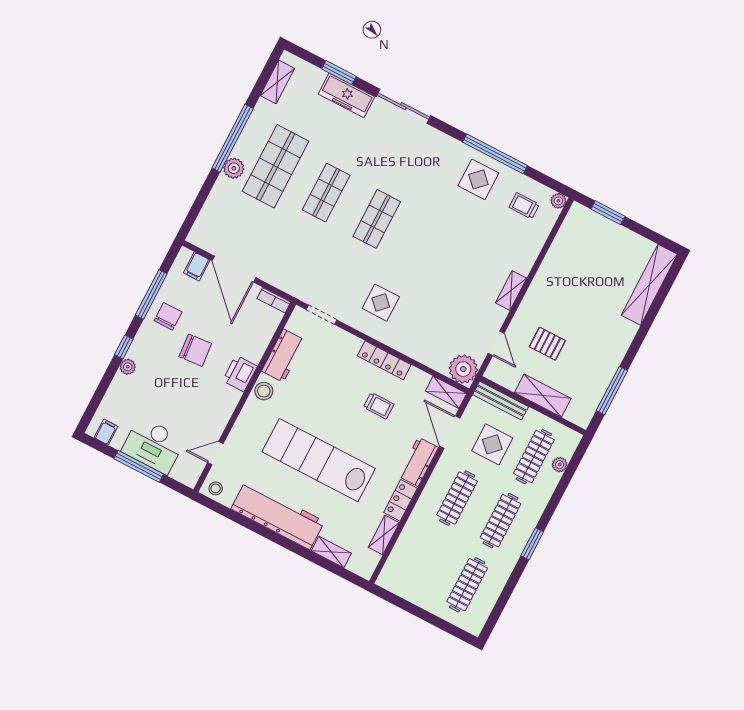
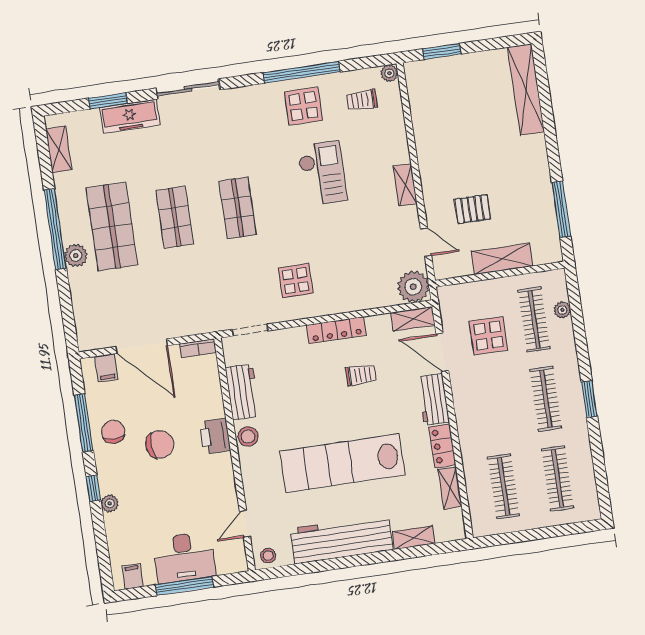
checkout: (457, 238) -> (322, 173), added
bench: (501, 401) -> (467, 291), removed
clothes rail: (457, 498) -> (504, 486), moved

